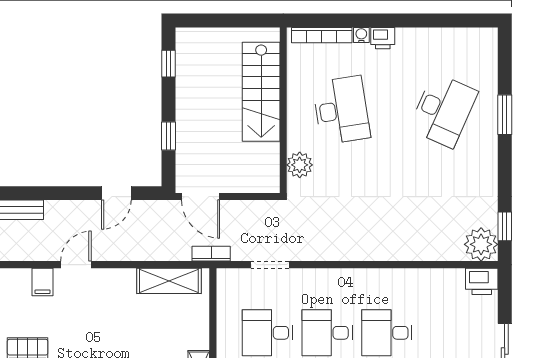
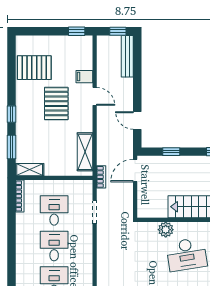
plant: (300, 165) -> (166, 230), moved
pallet: (88, 329) -> (56, 104), added

